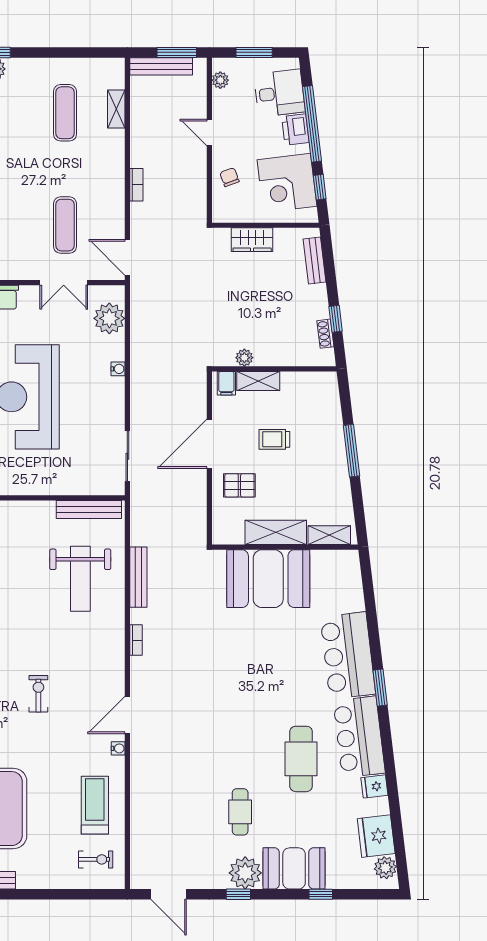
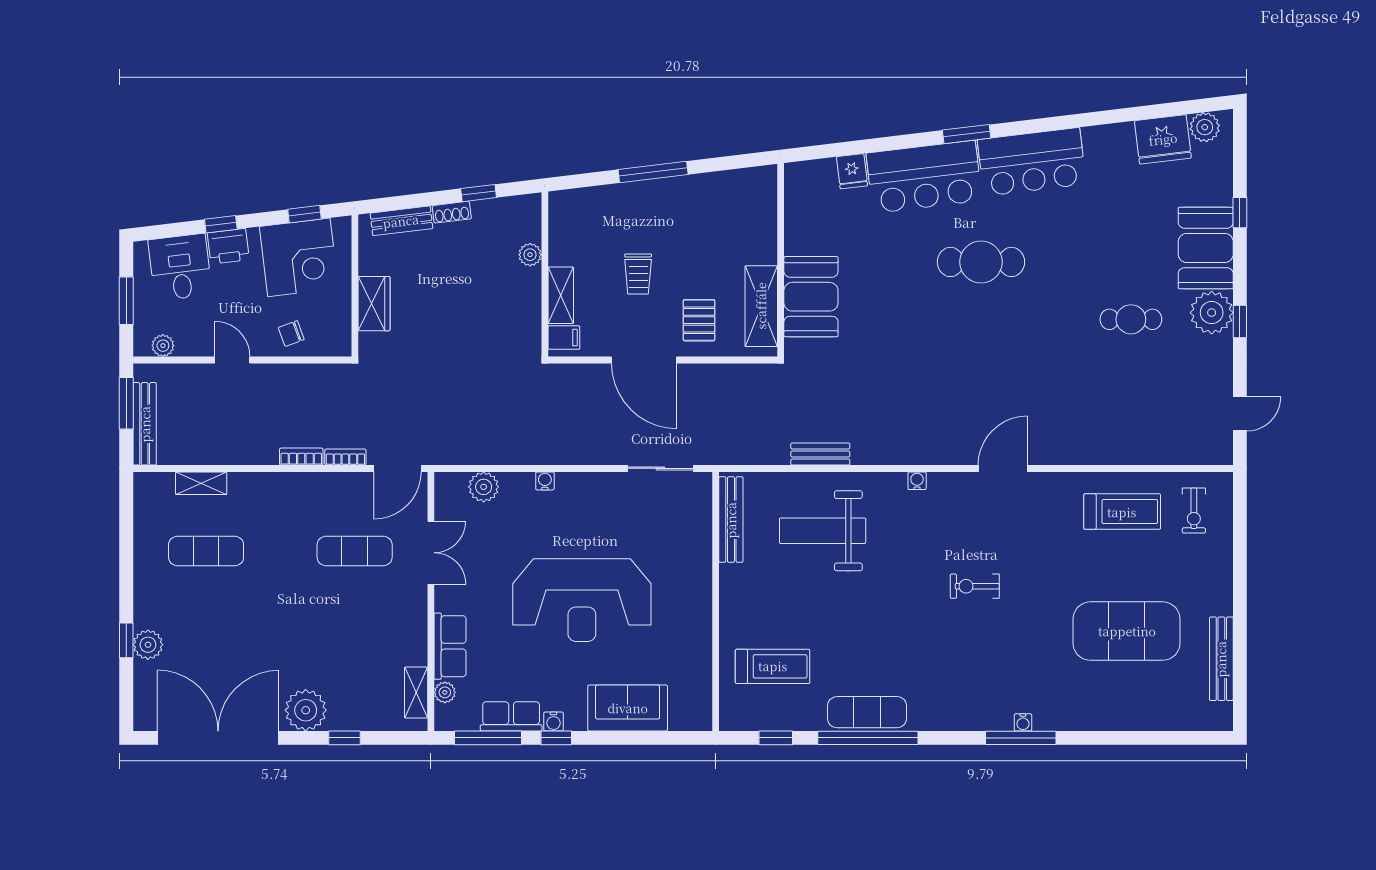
window: (312, 124) -> (221, 224), width x0.32
door: (209, 133) -> (232, 360), swing flipped
plant: (109, 318) -> (484, 487), width x0.73, depth x0.73
shoe rack: (325, 334) -> (452, 212), moved
plant: (244, 358) -> (530, 255), moved
shelving: (276, 532) -> (761, 306), moved
shelving: (329, 535) -> (765, 202), removed
bench: (138, 577) -> (820, 454), width x0.73
weight bench: (80, 579) -> (823, 531), turned 180
booth: (268, 579) -> (811, 297), width x0.73, depth x0.70
bookcase: (136, 640) -> (345, 457), moved
door: (127, 715) -> (1003, 468), swing flipped
water cooler: (118, 748) -> (917, 481), moved
cafe table: (301, 759) -> (981, 262), moved
fridge: (374, 786) -> (852, 171), moved
treadmill: (95, 805) -> (1122, 512), turned 180
exercise bike: (96, 859) -> (1194, 511), turned 180
door: (169, 894) -> (1240, 414), width x0.73

